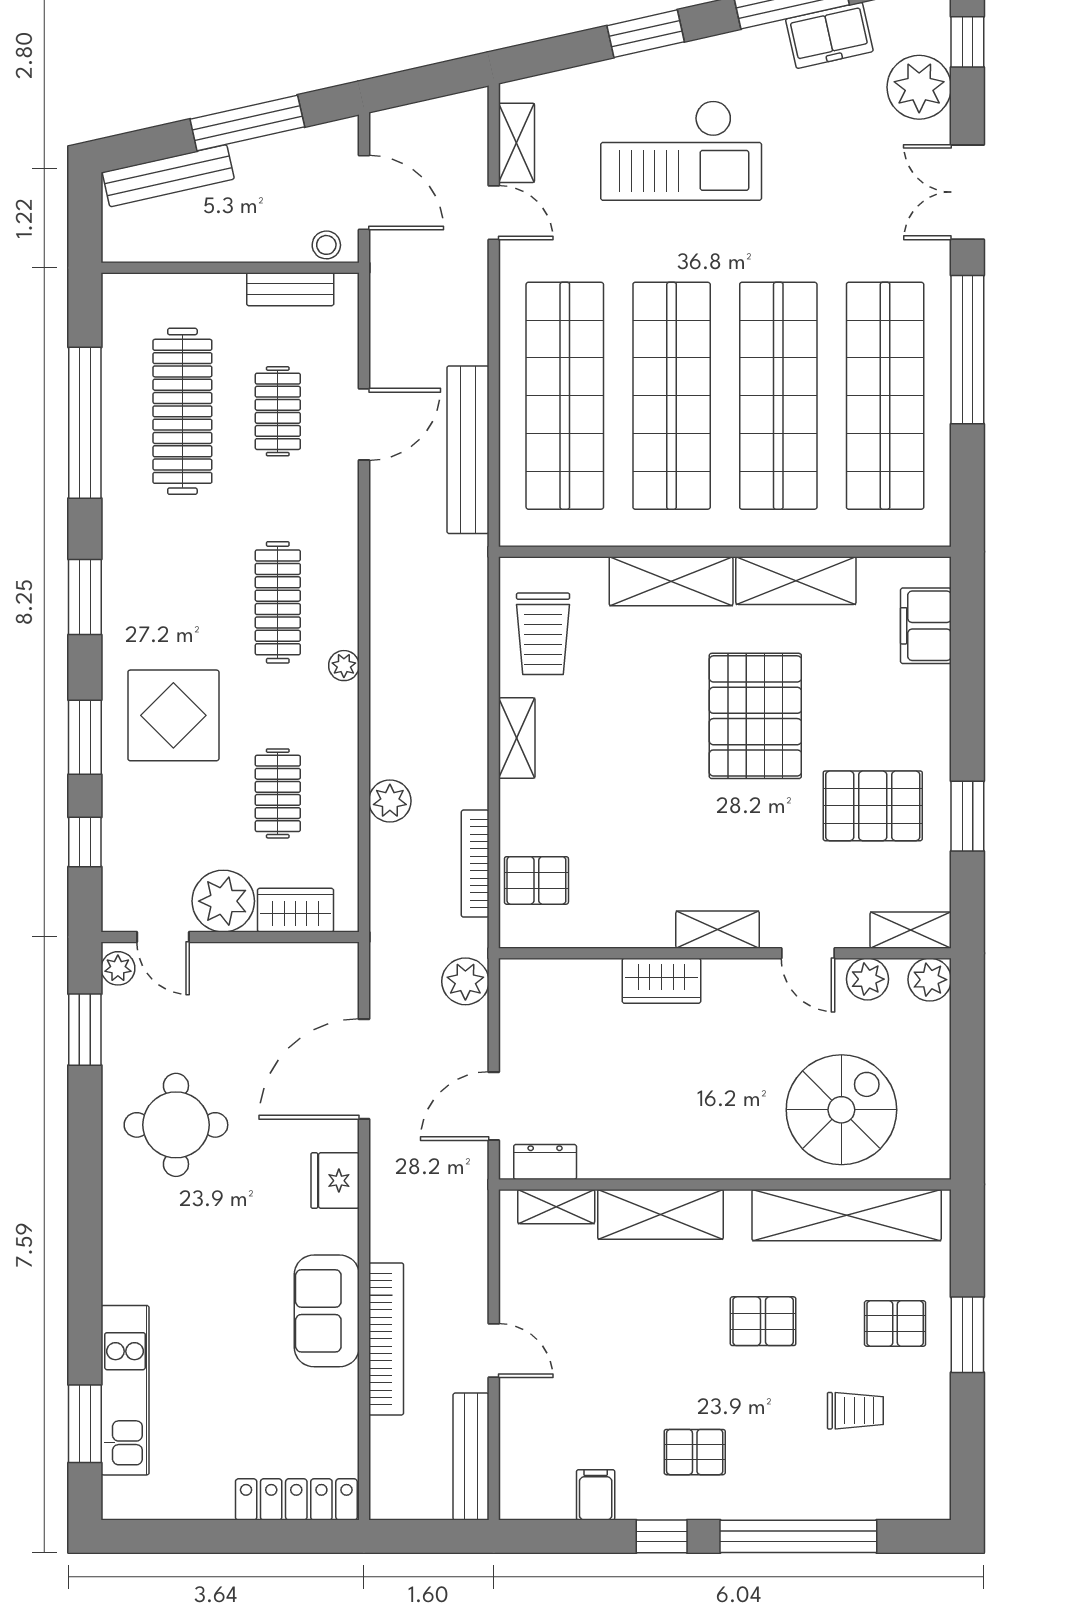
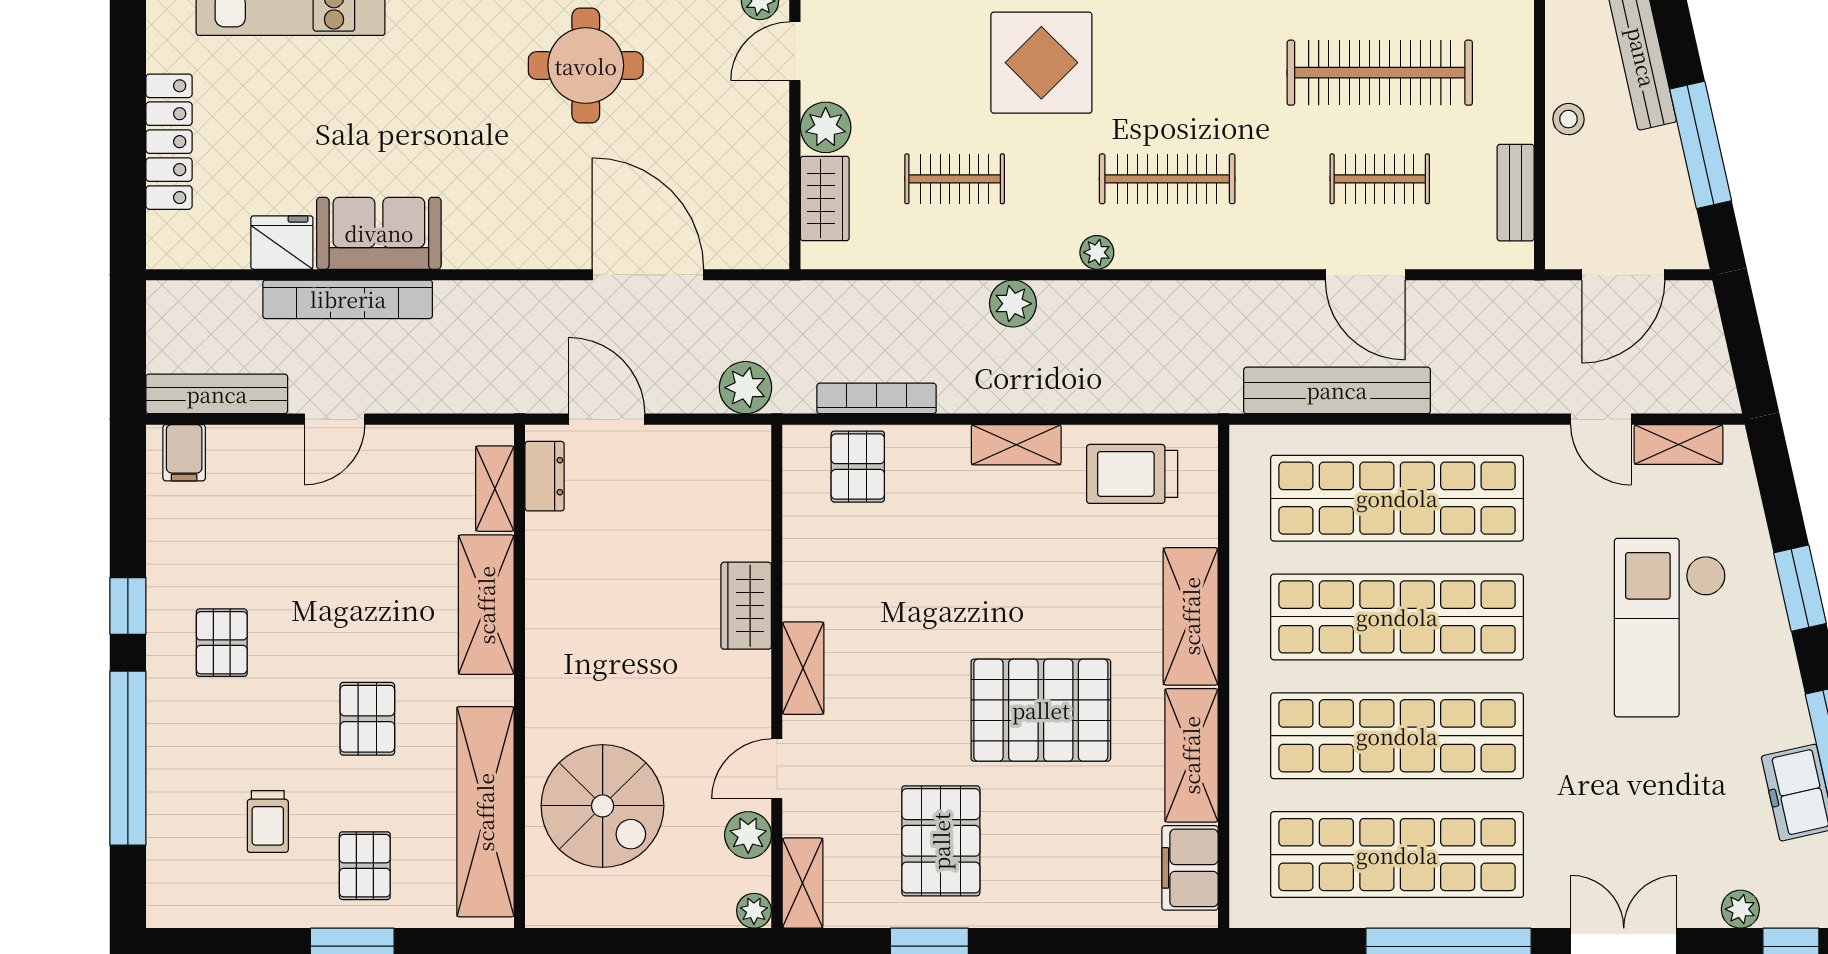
plant: (919, 87) -> (1740, 909), width x0.53, depth x0.53
door: (494, 213) -> (1601, 419), hinge flipped
stool: (326, 245) -> (1569, 119), moved
filing cabinet: (926, 626) -> (1190, 868), moved, turned -90
plant: (390, 801) -> (1013, 304), moved
plant: (223, 901) -> (826, 127), width x0.73, depth x0.73
plant: (930, 980) -> (754, 911), width x0.73, depth x0.73
fridge: (335, 1181) -> (282, 243), moved
filing cabinet: (596, 1495) -> (184, 453), moved, turned 90
locker: (296, 1499) -> (169, 142), moved

